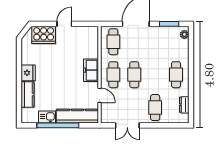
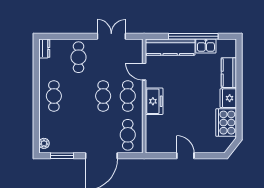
door: (64, 24) -> (185, 156), swing flipped
cooker: (44, 35) -> (226, 123), moved, turned -90
dresser: (184, 105) -> (44, 48), moved

